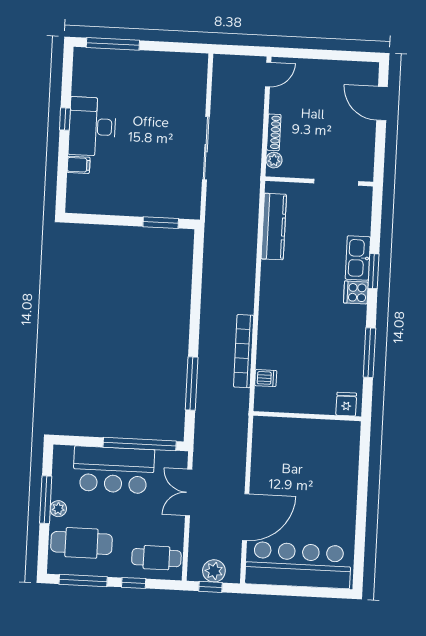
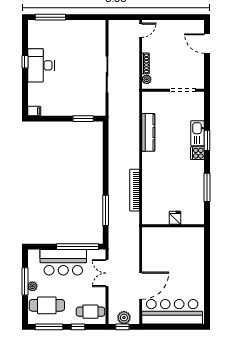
filing cabinet: (79, 165) -> (34, 111), moved
kitchen counter: (274, 227) -> (148, 132), moved
dishwasher: (266, 378) -> (148, 205), removed
fridge: (346, 404) -> (175, 218), moved

